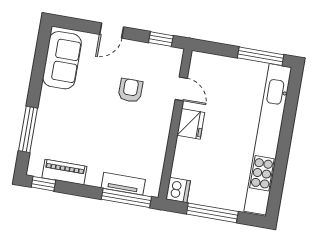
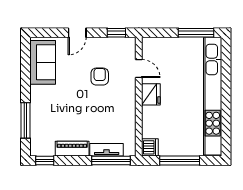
piano: (64, 172) -> (72, 149), moved

